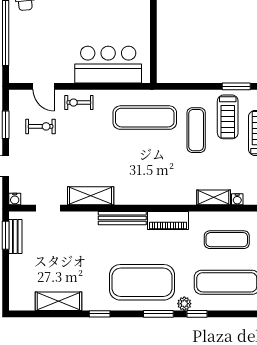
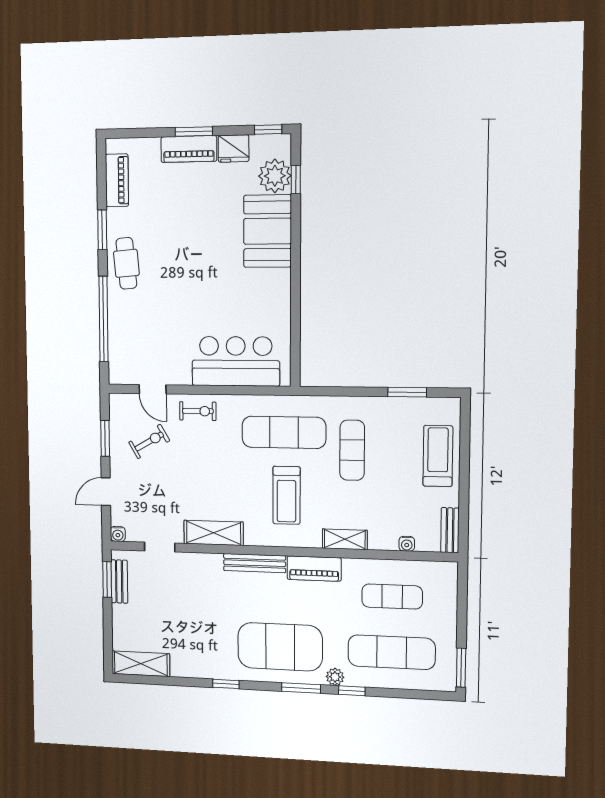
exercise bike: (79, 103) -> (198, 411), turned 180
treadmill: (228, 117) -> (286, 495), moved
exercise bike: (41, 126) -> (149, 441), turned -30
shelving: (214, 197) -> (345, 539), moved
shelving: (58, 301) -> (141, 664), moved

